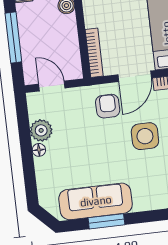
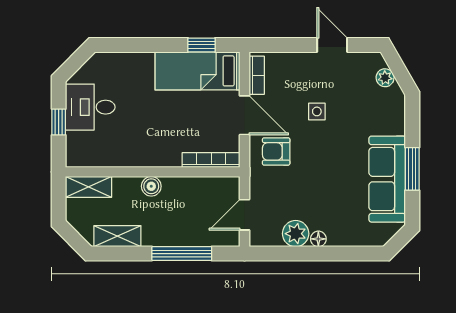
side table: (145, 136) -> (317, 111), width x0.54, depth x0.54

